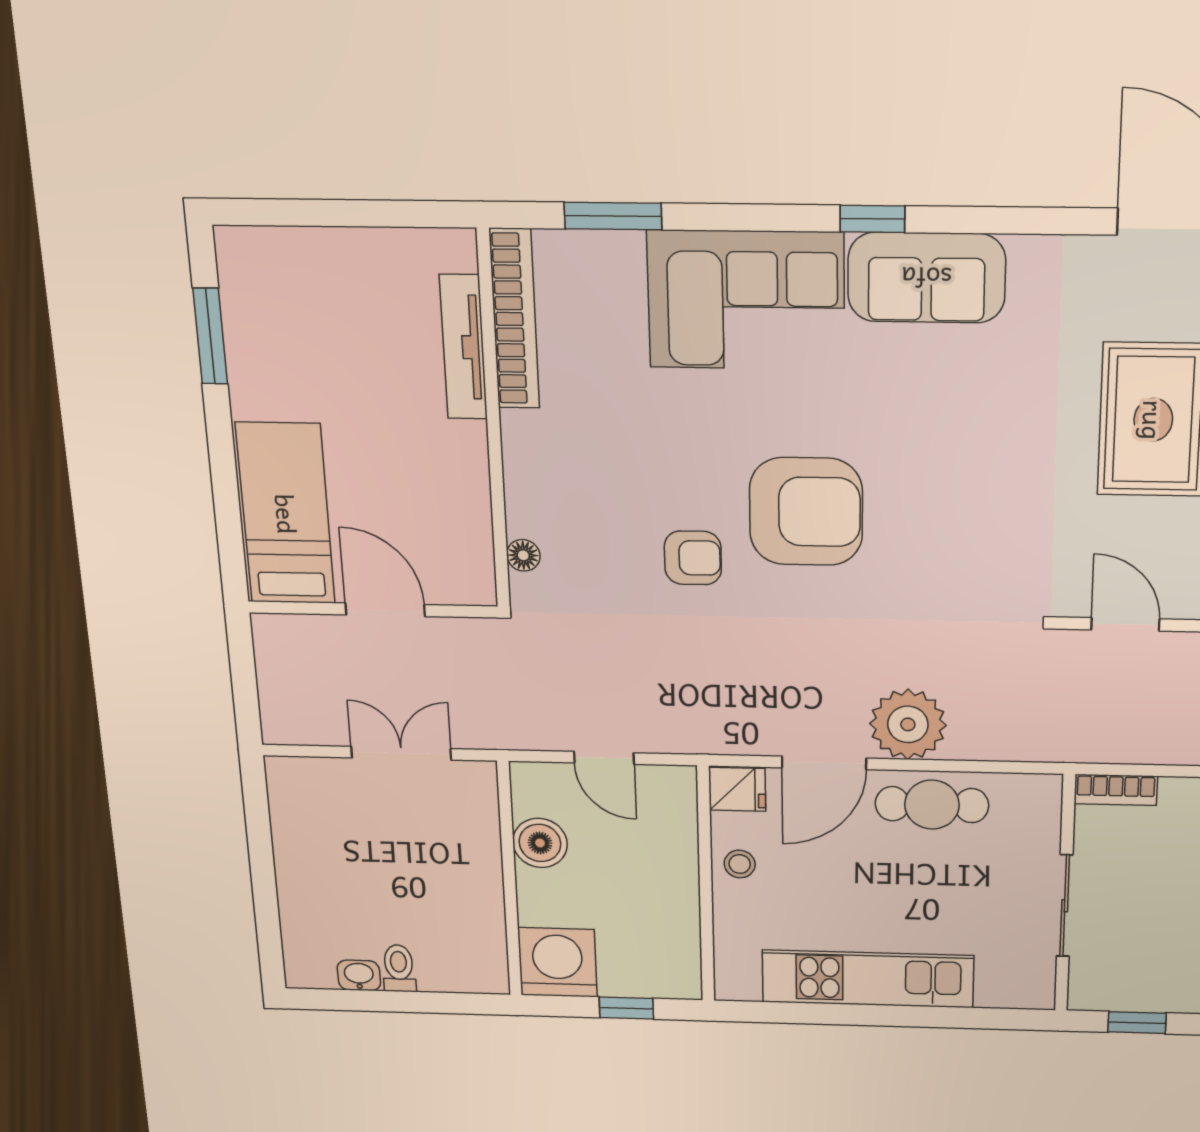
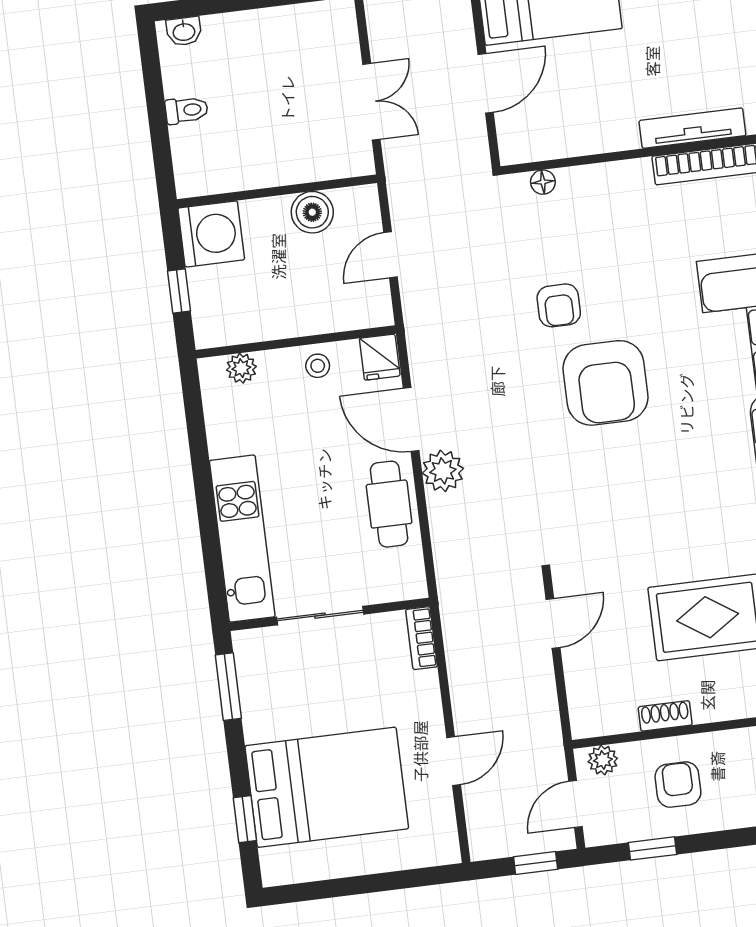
plant: (908, 724) -> (443, 471), width x0.73, depth x0.73
plant: (732, 952) -> (241, 368), added
washbasin: (359, 975) -> (184, 31), moved, turned 90
kitchen unit: (868, 979) -> (242, 539), moved
window: (1137, 1023) -> (228, 687), width x1.50

